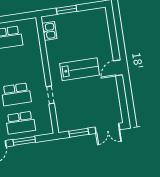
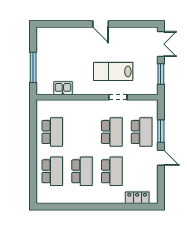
window: (67, 10) -> (33, 67), width x1.44
kitchen sink: (49, 31) -> (63, 88), moved
lab bench: (80, 69) -> (113, 71), moved, turned -90

